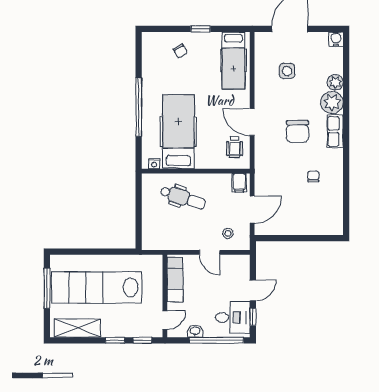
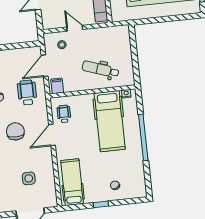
door: (252, 122) -> (52, 135), swing flipped
wheelchair: (278, 178) -> (27, 93), added

